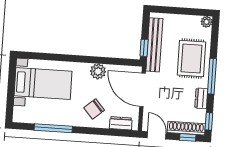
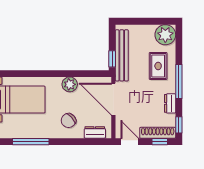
plant: (207, 22) -> (165, 35), width x1.88, depth x1.88
rug: (191, 59) -> (158, 66), width x0.73, depth x0.70

